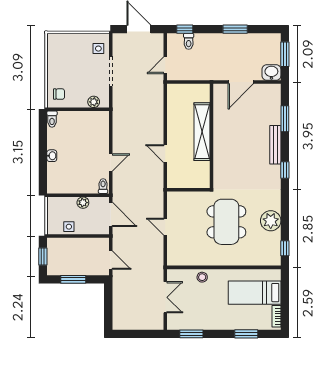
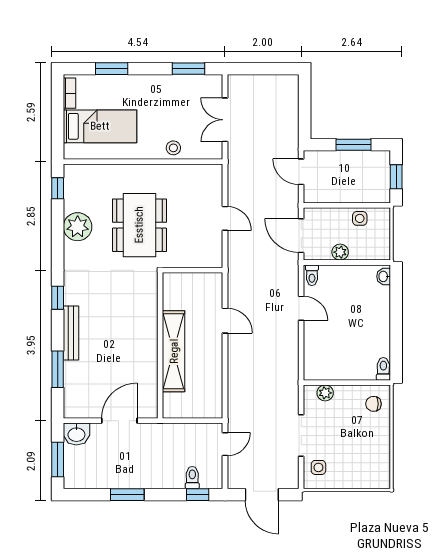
washbasin: (52, 156) -> (384, 276), moved
door: (111, 162) -> (301, 308), swing flipped

